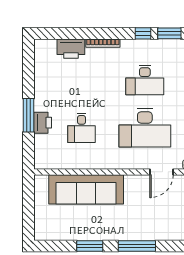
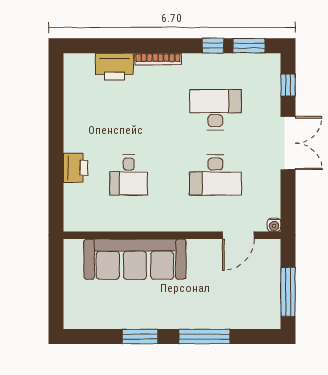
desk: (145, 80) -> (215, 110), turned 180
window: (28, 115) -> (56, 158), removed
desk: (145, 128) -> (215, 175), width x0.73, depth x0.77

